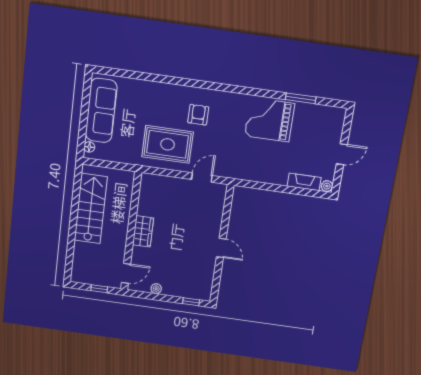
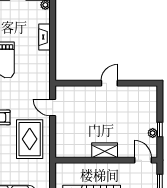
fireplace: (304, 182) -> (45, 37), moved
window: (191, 302) -> (160, 129), moved

